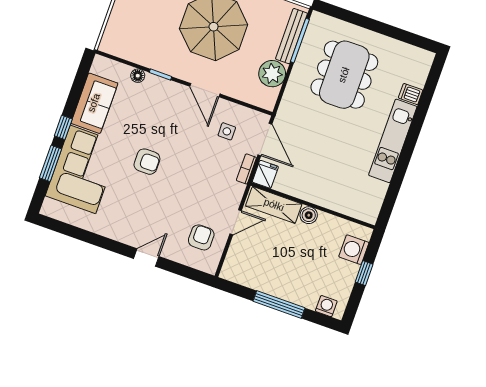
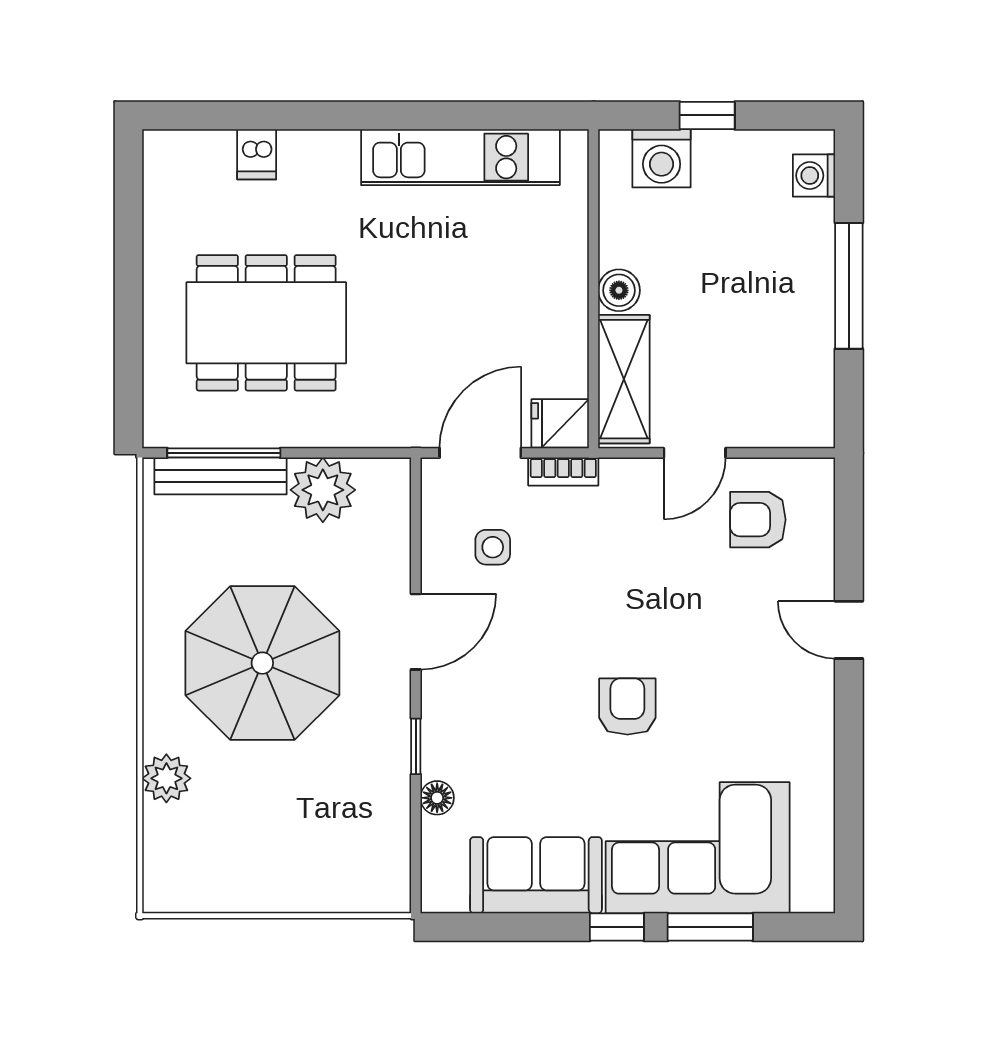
kitchen unit: (393, 141) -> (460, 157), moved
door: (236, 222) -> (695, 453), swing flipped

